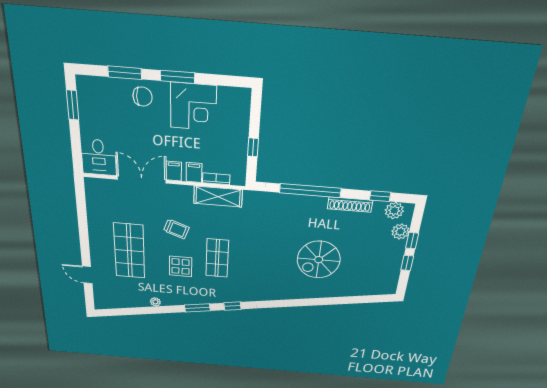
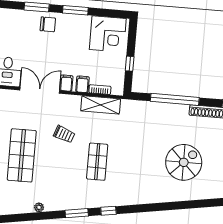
corner desk: (193, 107) -> (108, 34), moved
spiral stairs: (319, 260) -> (184, 162), turned 180
display table: (181, 266) -> (65, 170), removed

